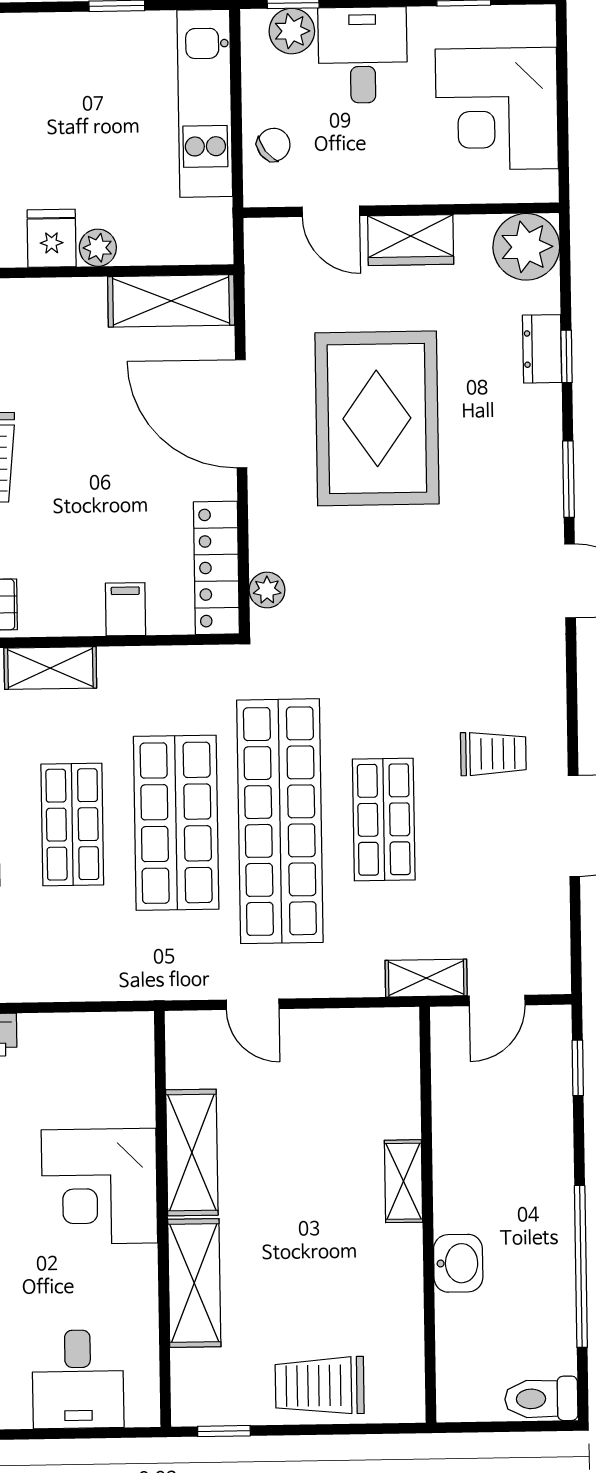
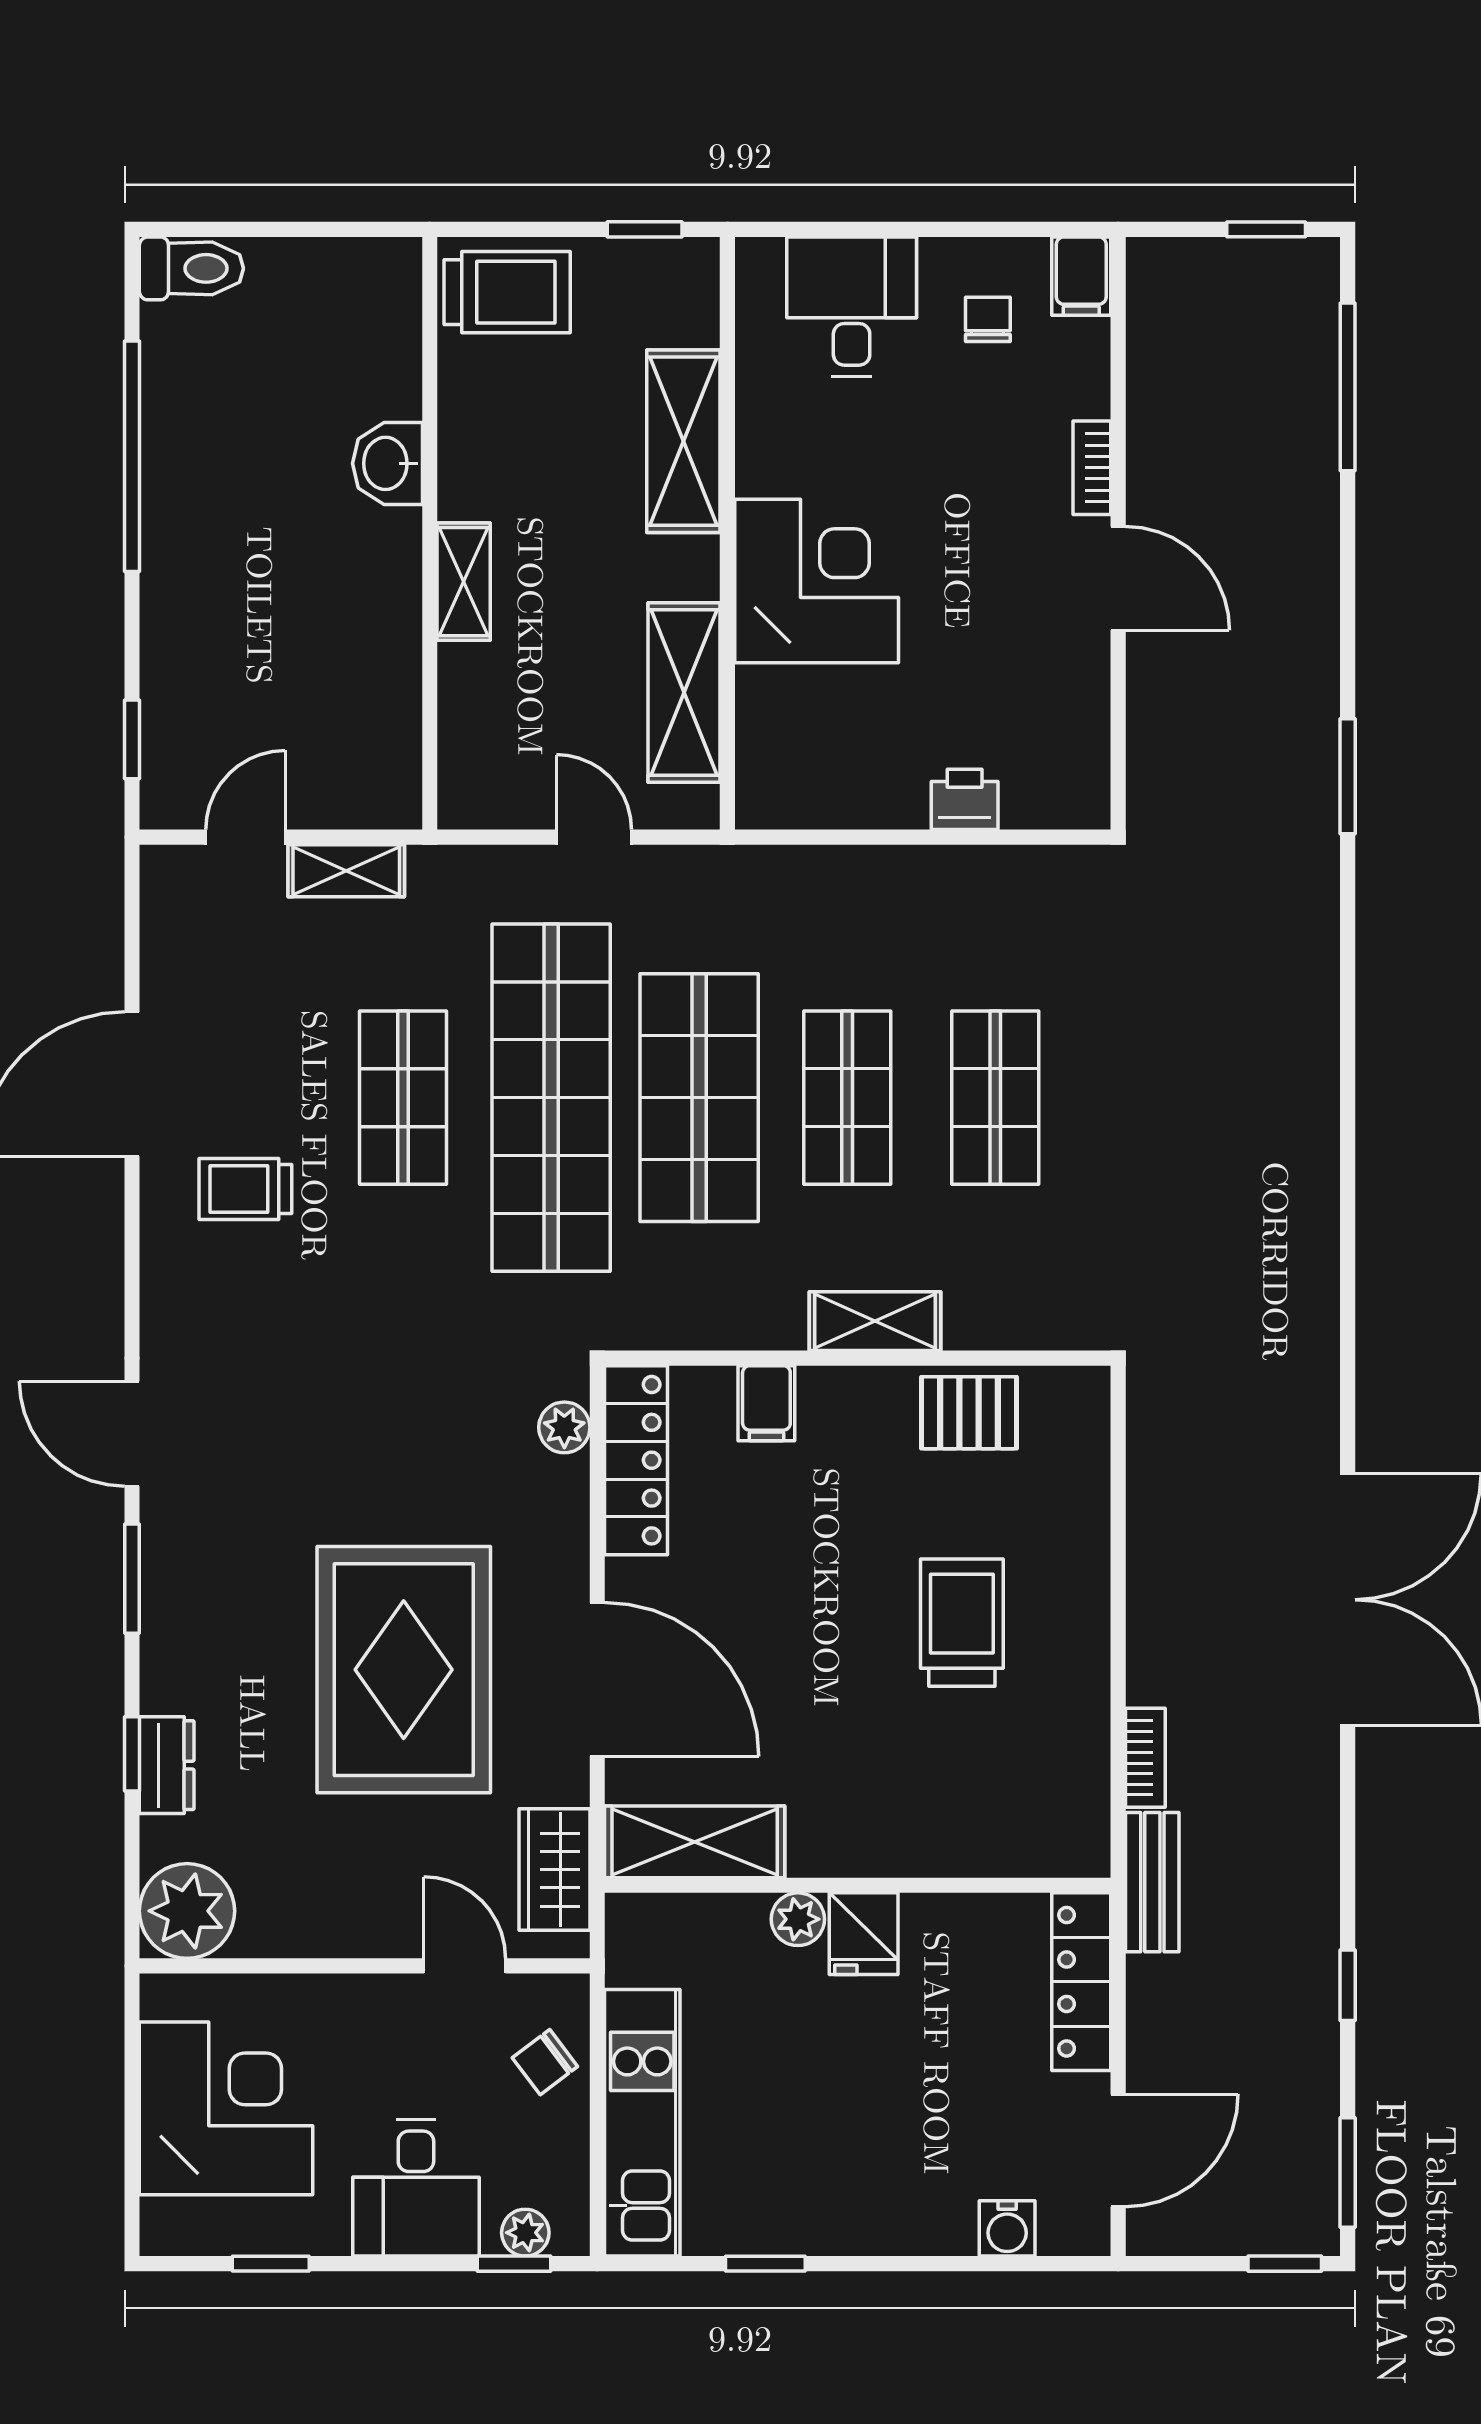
plant: (292, 31) -> (525, 2233), width x0.73, depth x0.73
wardrobe: (411, 240) -> (554, 1870), moved, turned -90
shelving: (192, 1152) -> (684, 693), moved
shelving: (403, 1181) -> (464, 582), moved
wall: (428, 1215) -> (430, 533), moved
washbasin: (458, 1263) -> (388, 463), moved

